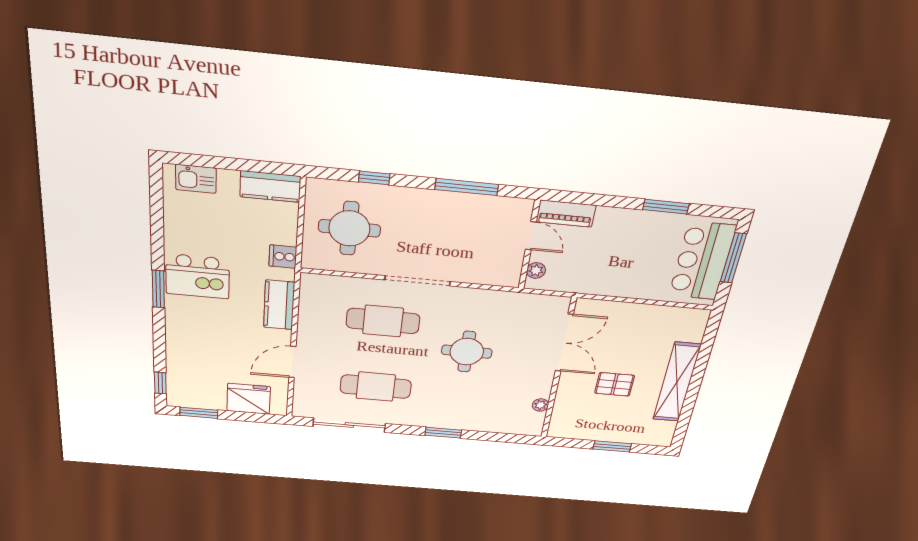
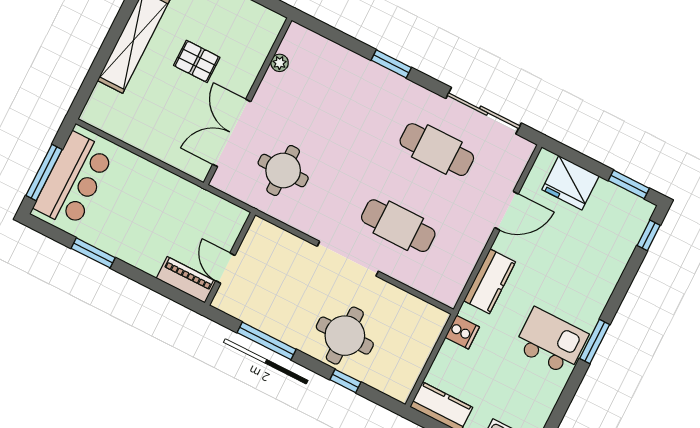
round table: (349, 228) -> (345, 336), moved
plant: (536, 270) -> (233, 228), removed
round table: (467, 352) -> (283, 171), moved

